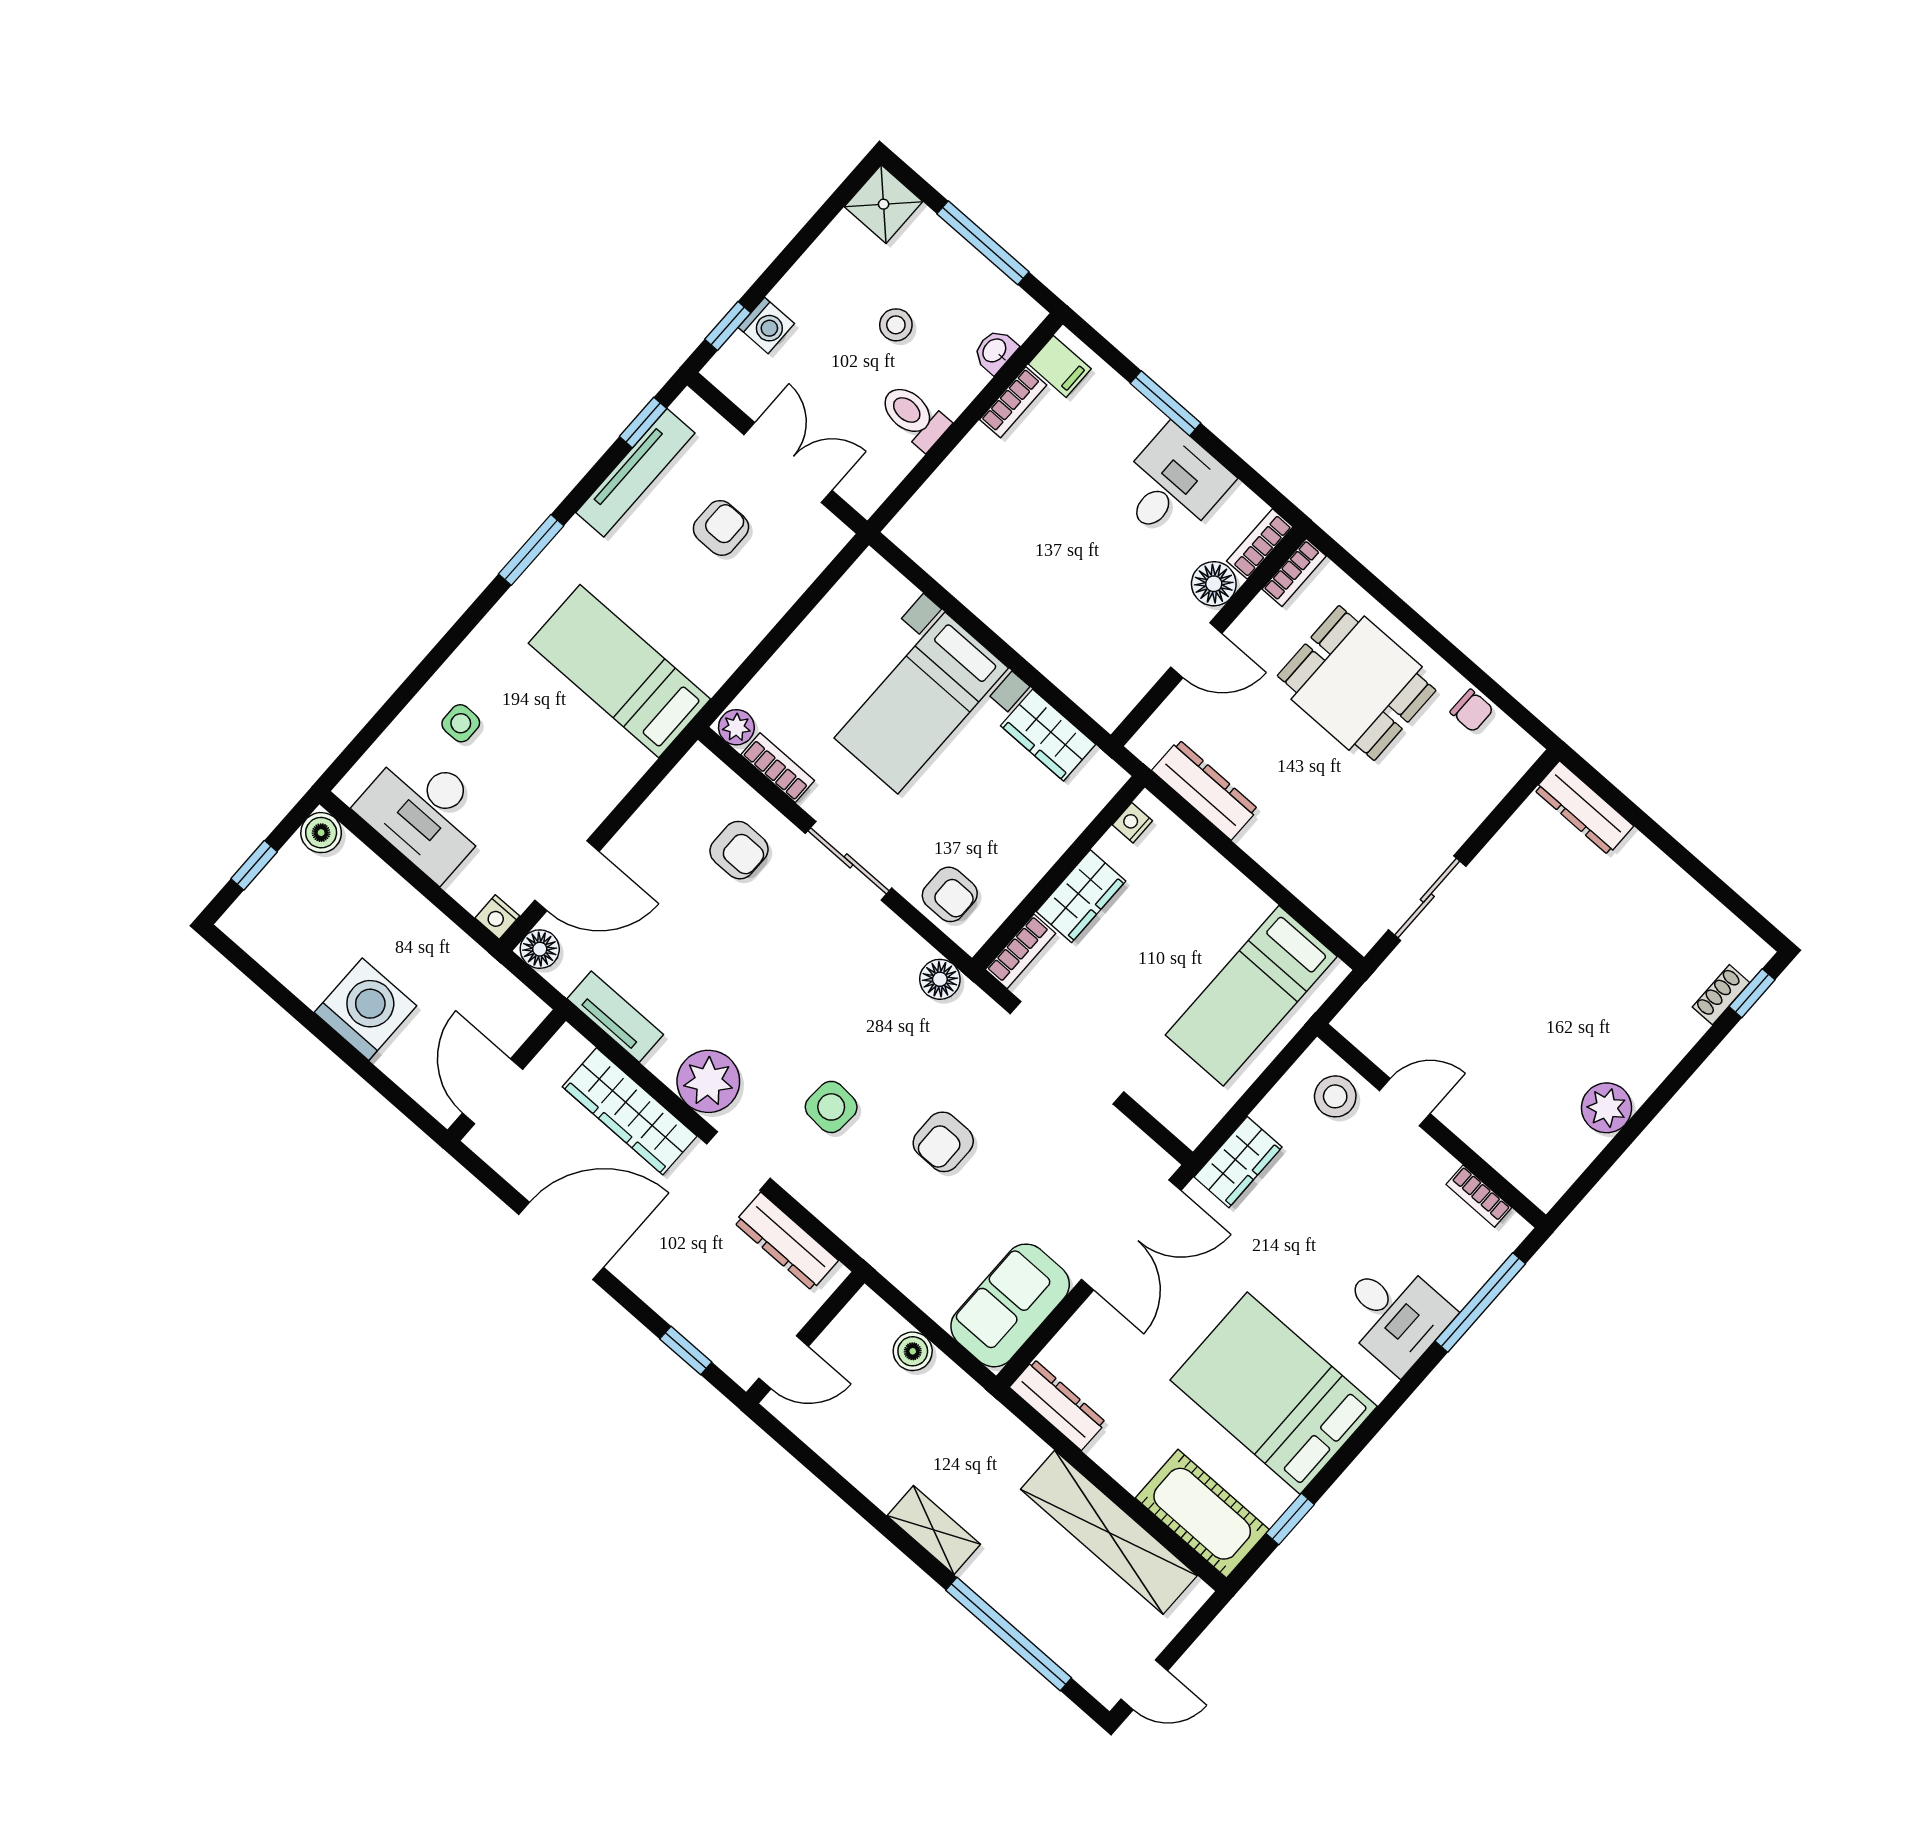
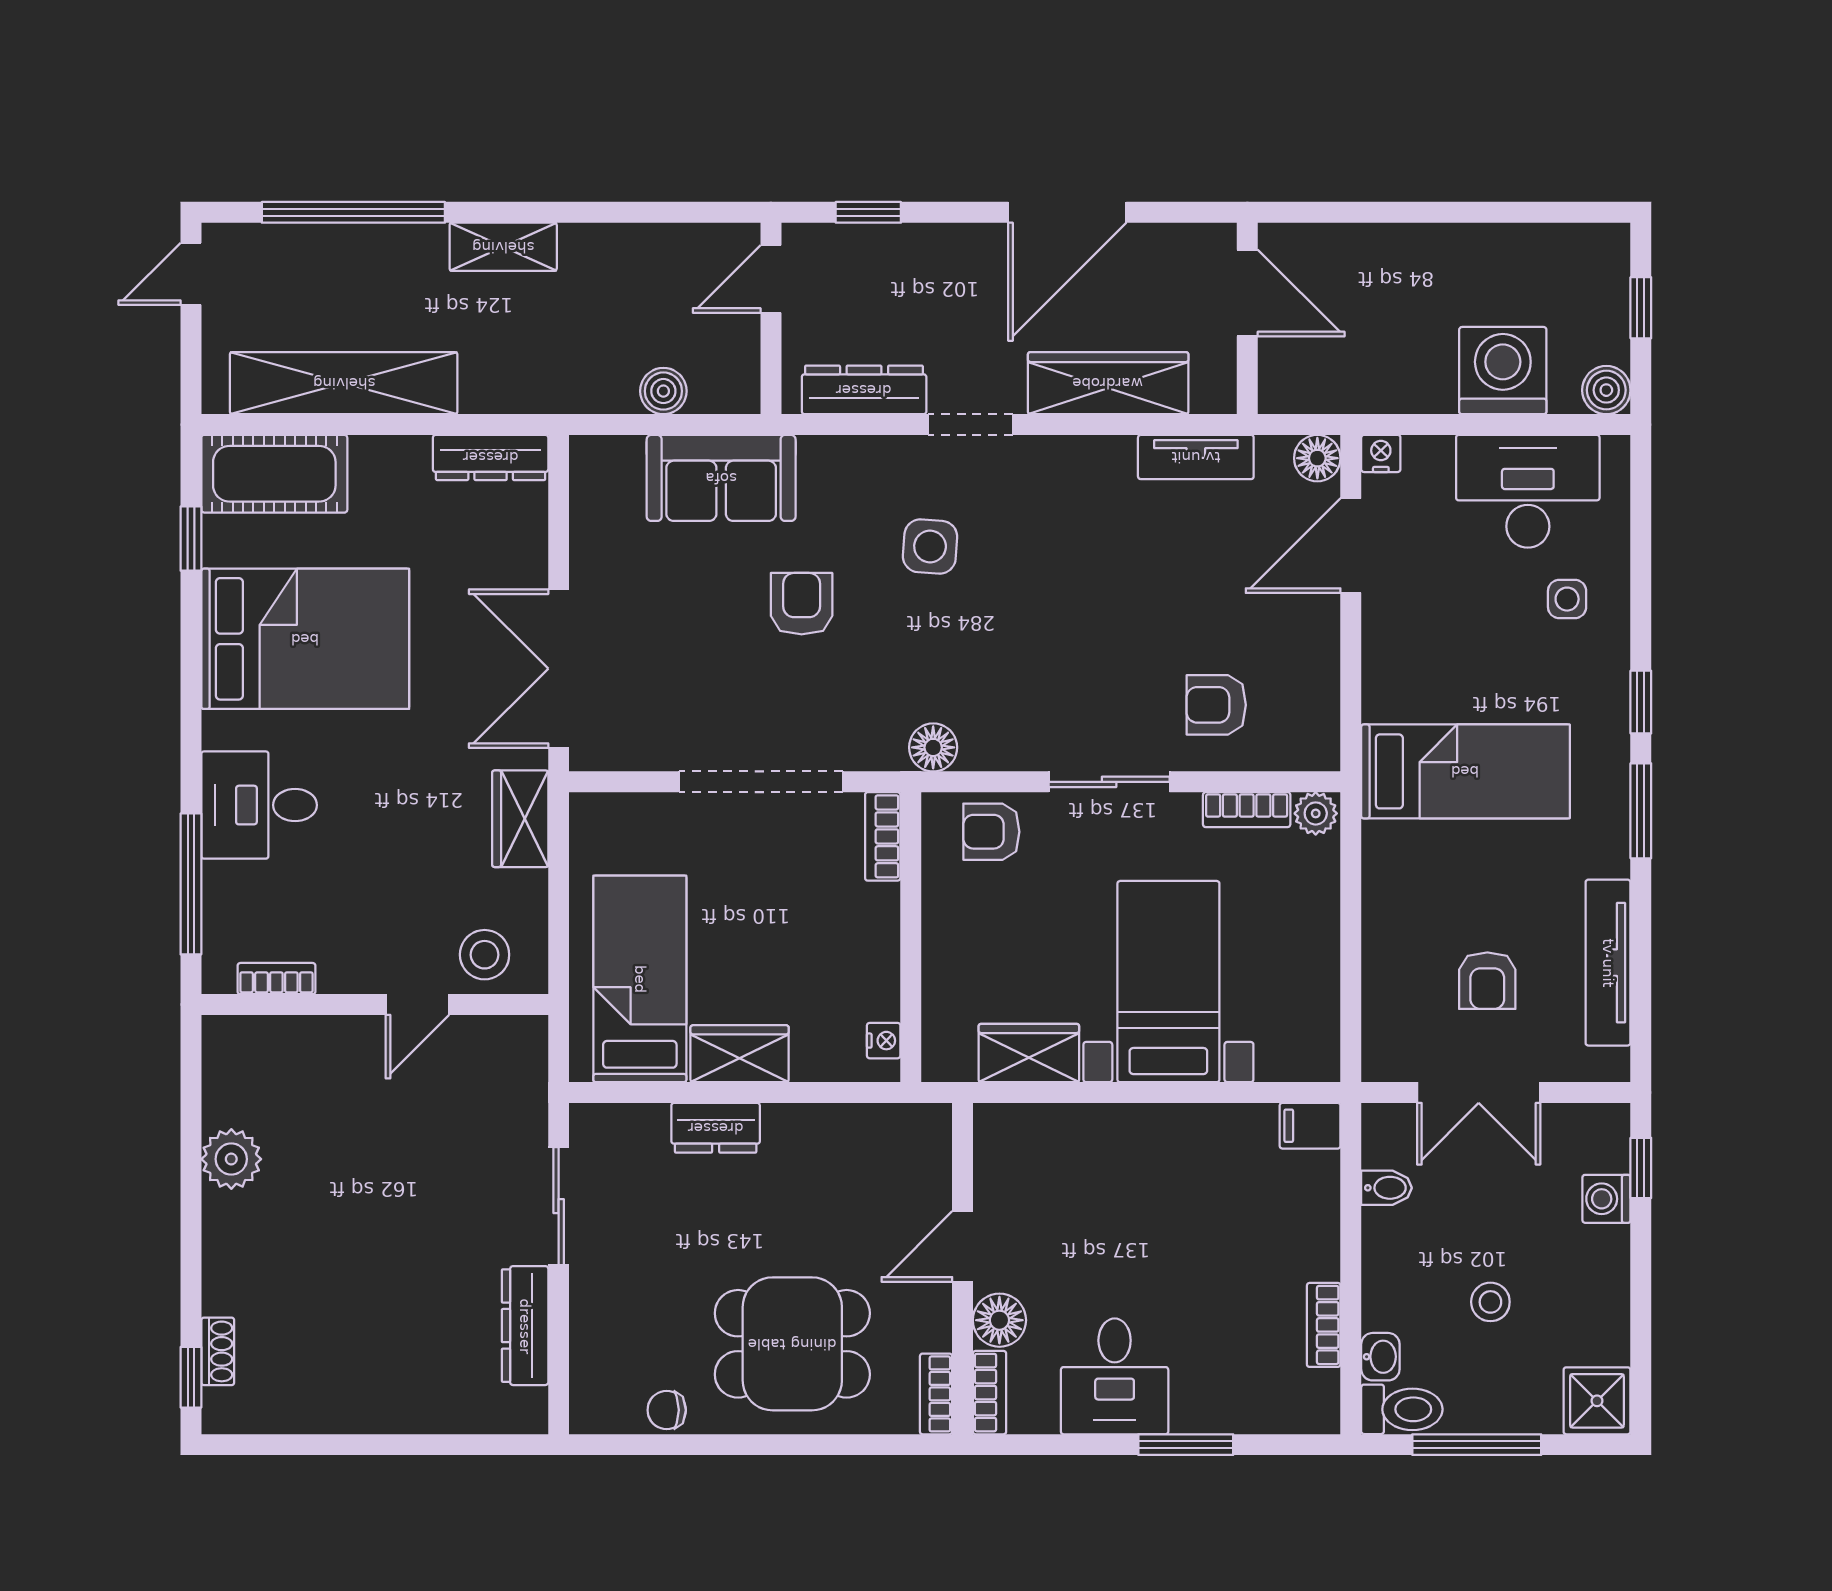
filing cabinet: (1060, 366) -> (1310, 1126), moved
toilet: (914, 416) -> (1402, 1409), moved
window: (643, 422) -> (1641, 702), moved
bidet: (898, 454) -> (1386, 1188), added
dresser: (1205, 790) -> (716, 1128), moved, width x0.70
dresser: (1584, 808) -> (525, 1326), moved, turned -90
wardrobe: (1081, 896) -> (740, 1054), moved, turned 90
washing machine: (366, 1009) -> (1503, 371), moved, turned 180
plant: (708, 1081) -> (1061, 472), removed
sofa: (1010, 1305) -> (721, 478), moved, turned 90

